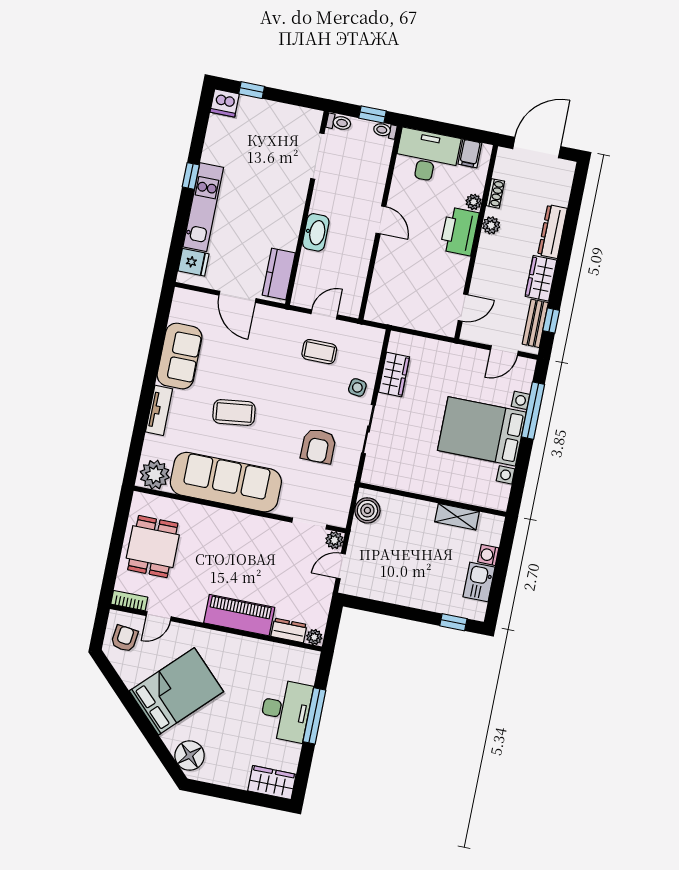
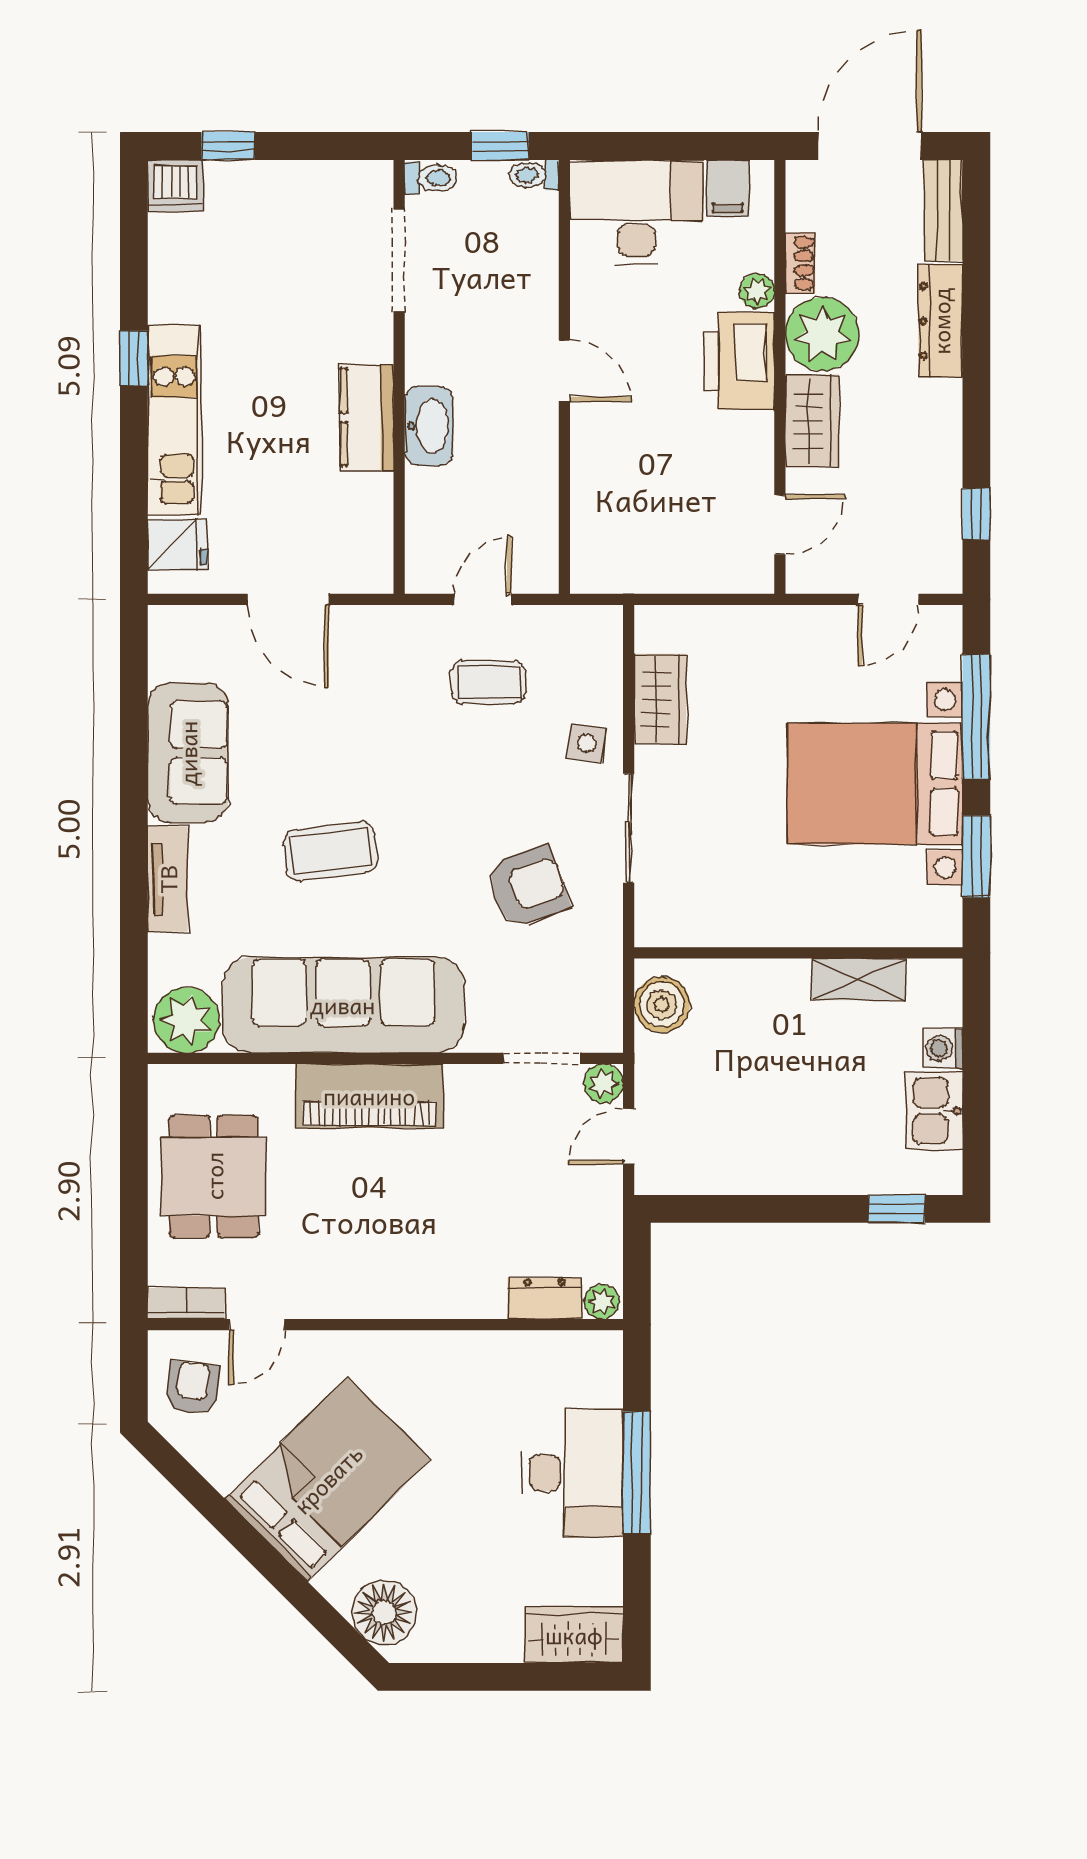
plant: (491, 225) -> (822, 334), width x1.87, depth x1.87
kitchen counter: (279, 274) -> (367, 417), moved
wardrobe: (541, 278) -> (812, 421), moved, turned 180
bench: (535, 323) -> (943, 210), moved
armchair: (318, 446) -> (528, 887), turned -110
window: (520, 473) -> (976, 856), added
piano: (239, 615) -> (369, 1096), moved, turned 180

